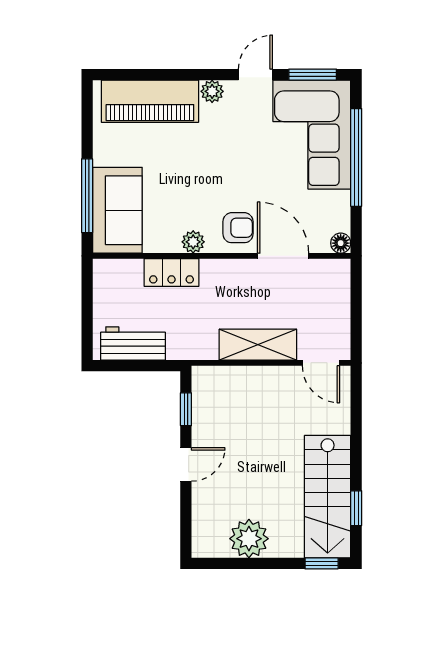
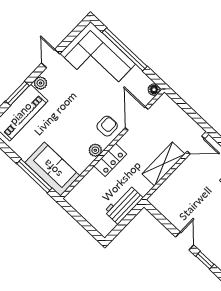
window: (313, 75) -> (17, 93), moved
door: (283, 256) -> (137, 119), hinge flipped
locker: (171, 272) -> (110, 160), moved
workbench: (133, 344) -> (124, 205), moved
window: (186, 409) -> (205, 260), moved

